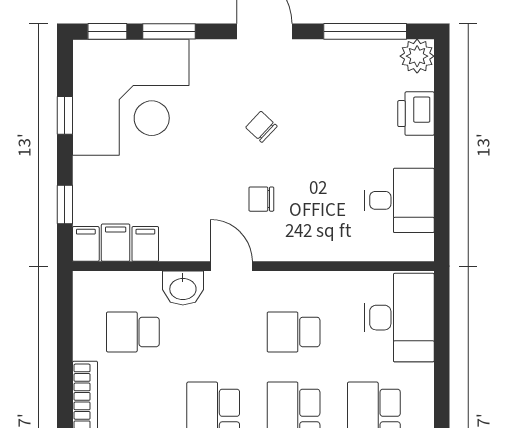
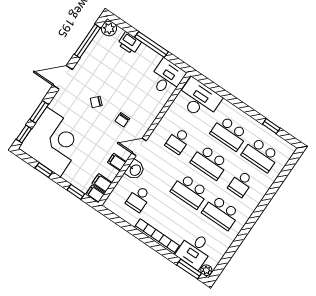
window: (442, 157) -> (152, 44), added
desk: (399, 200) -> (167, 77), moved
filing cabinet: (145, 244) -> (117, 162), moved

